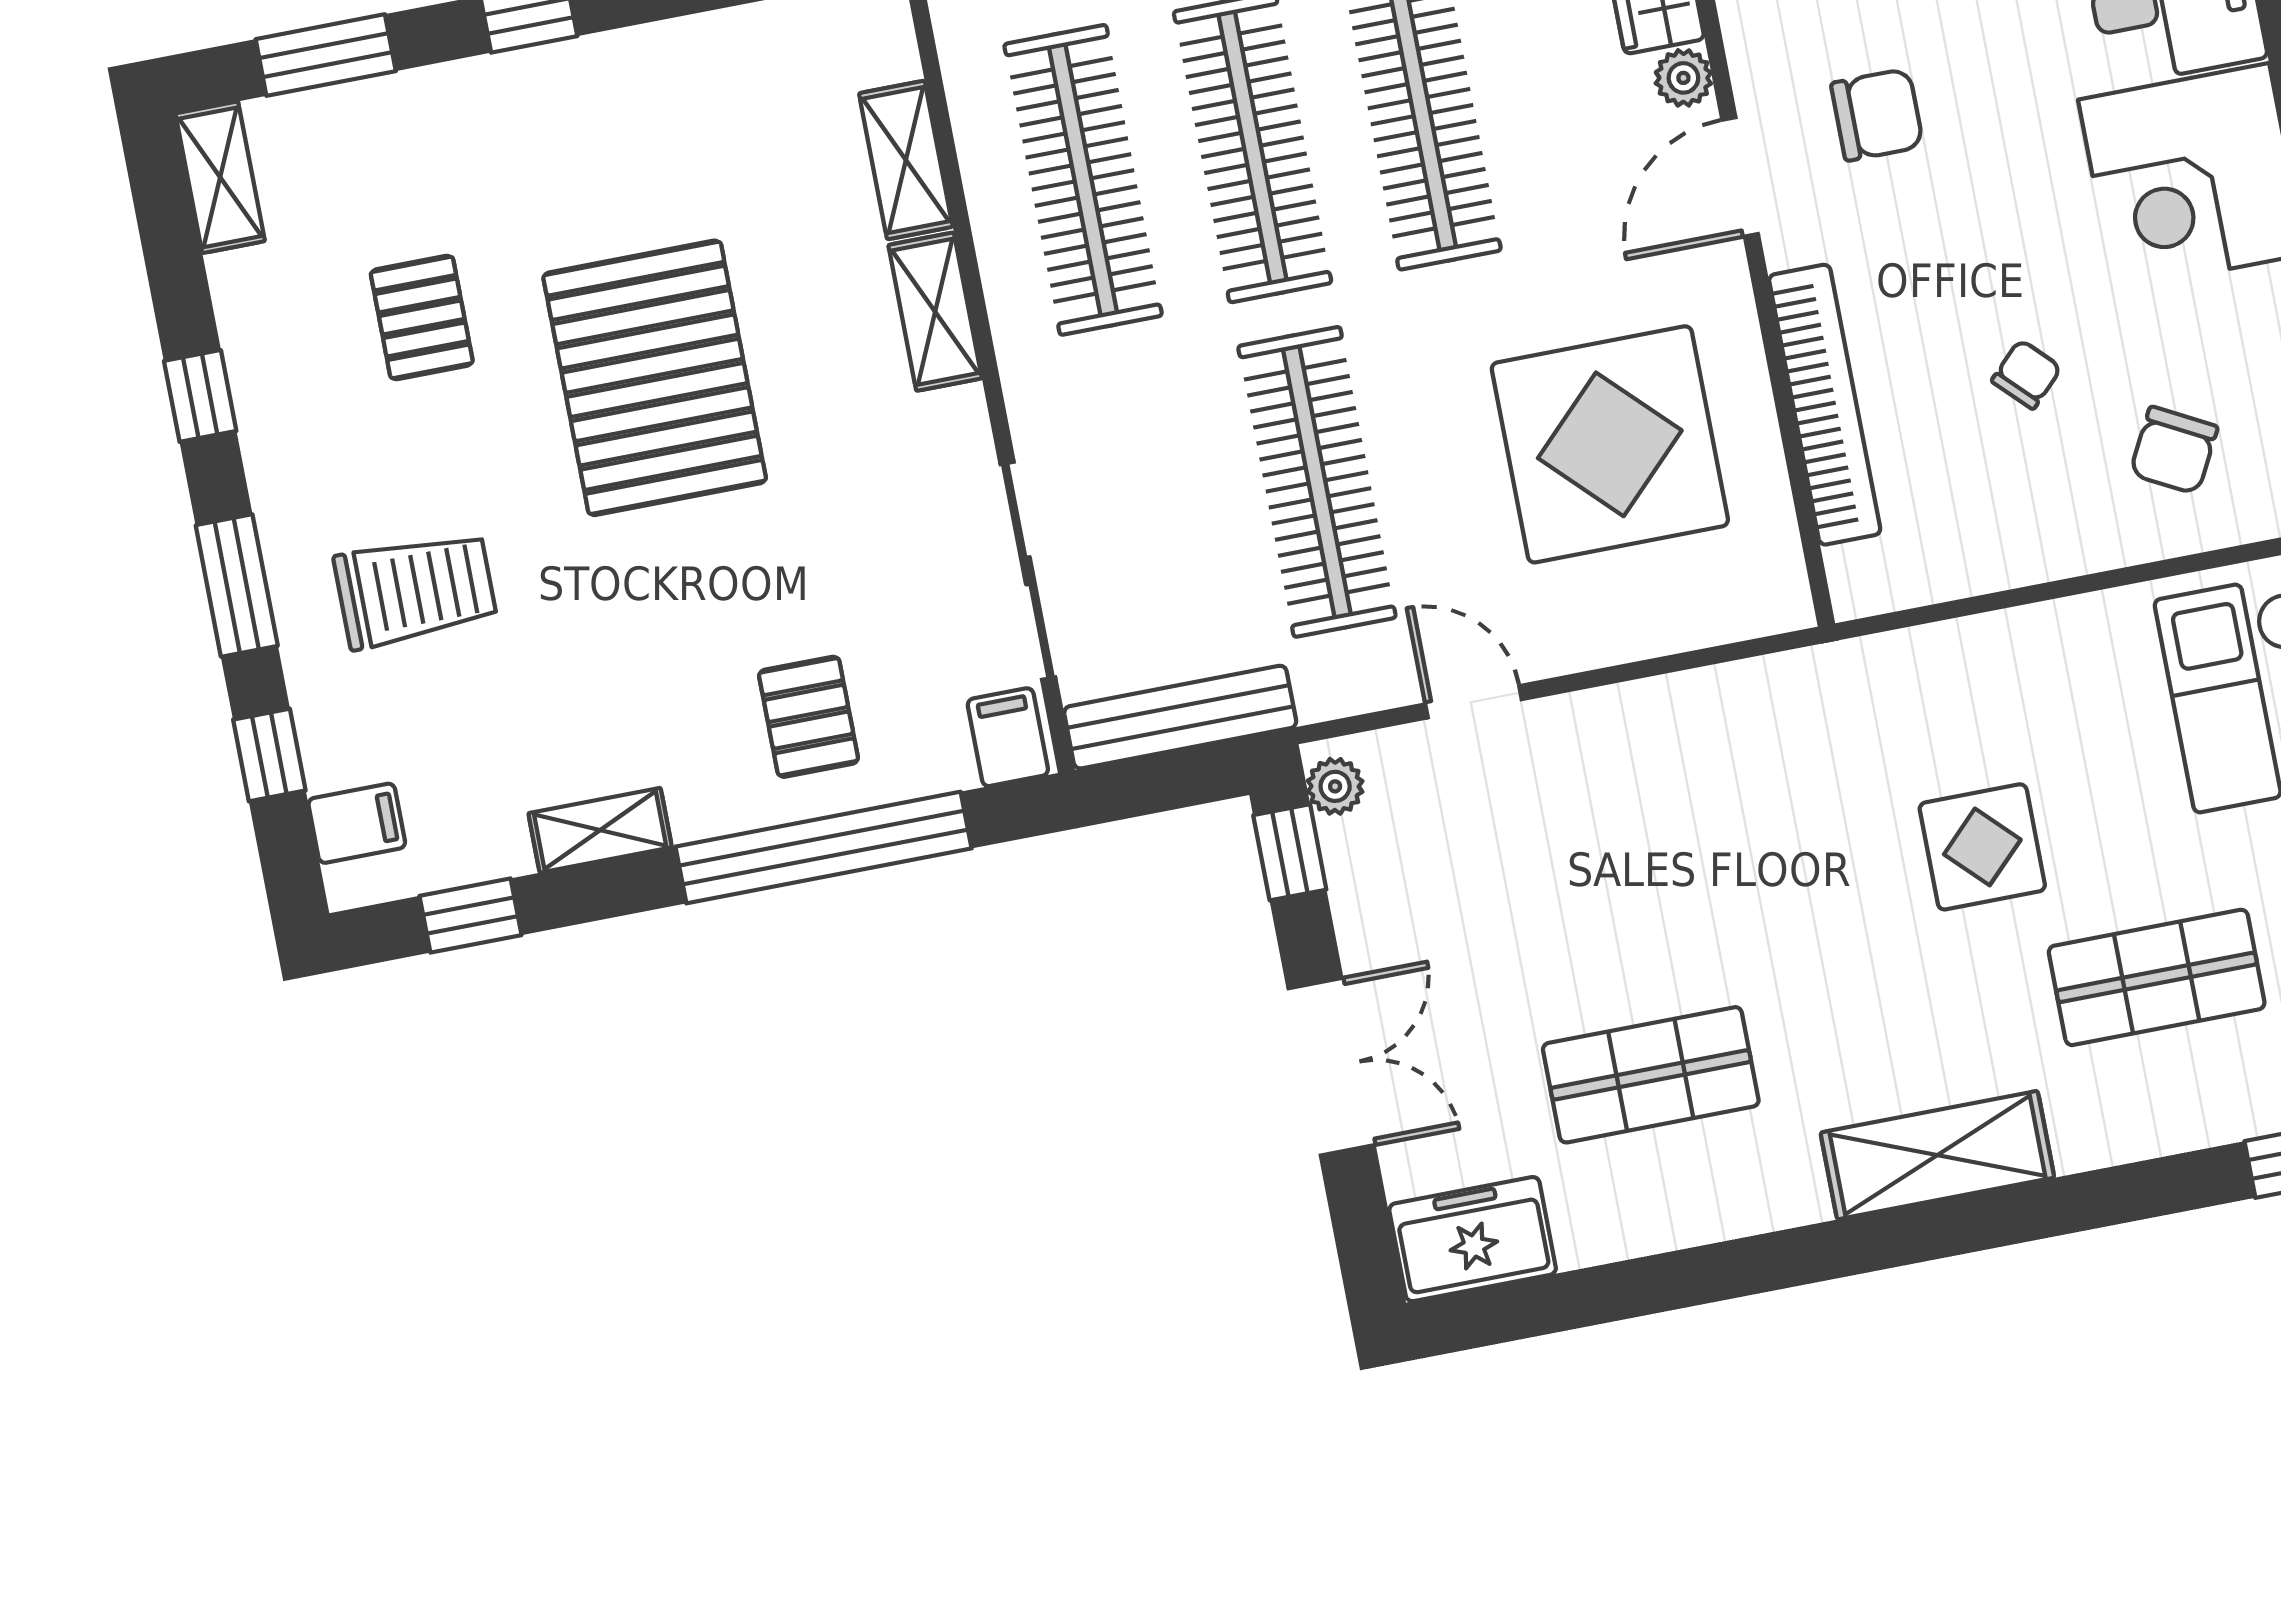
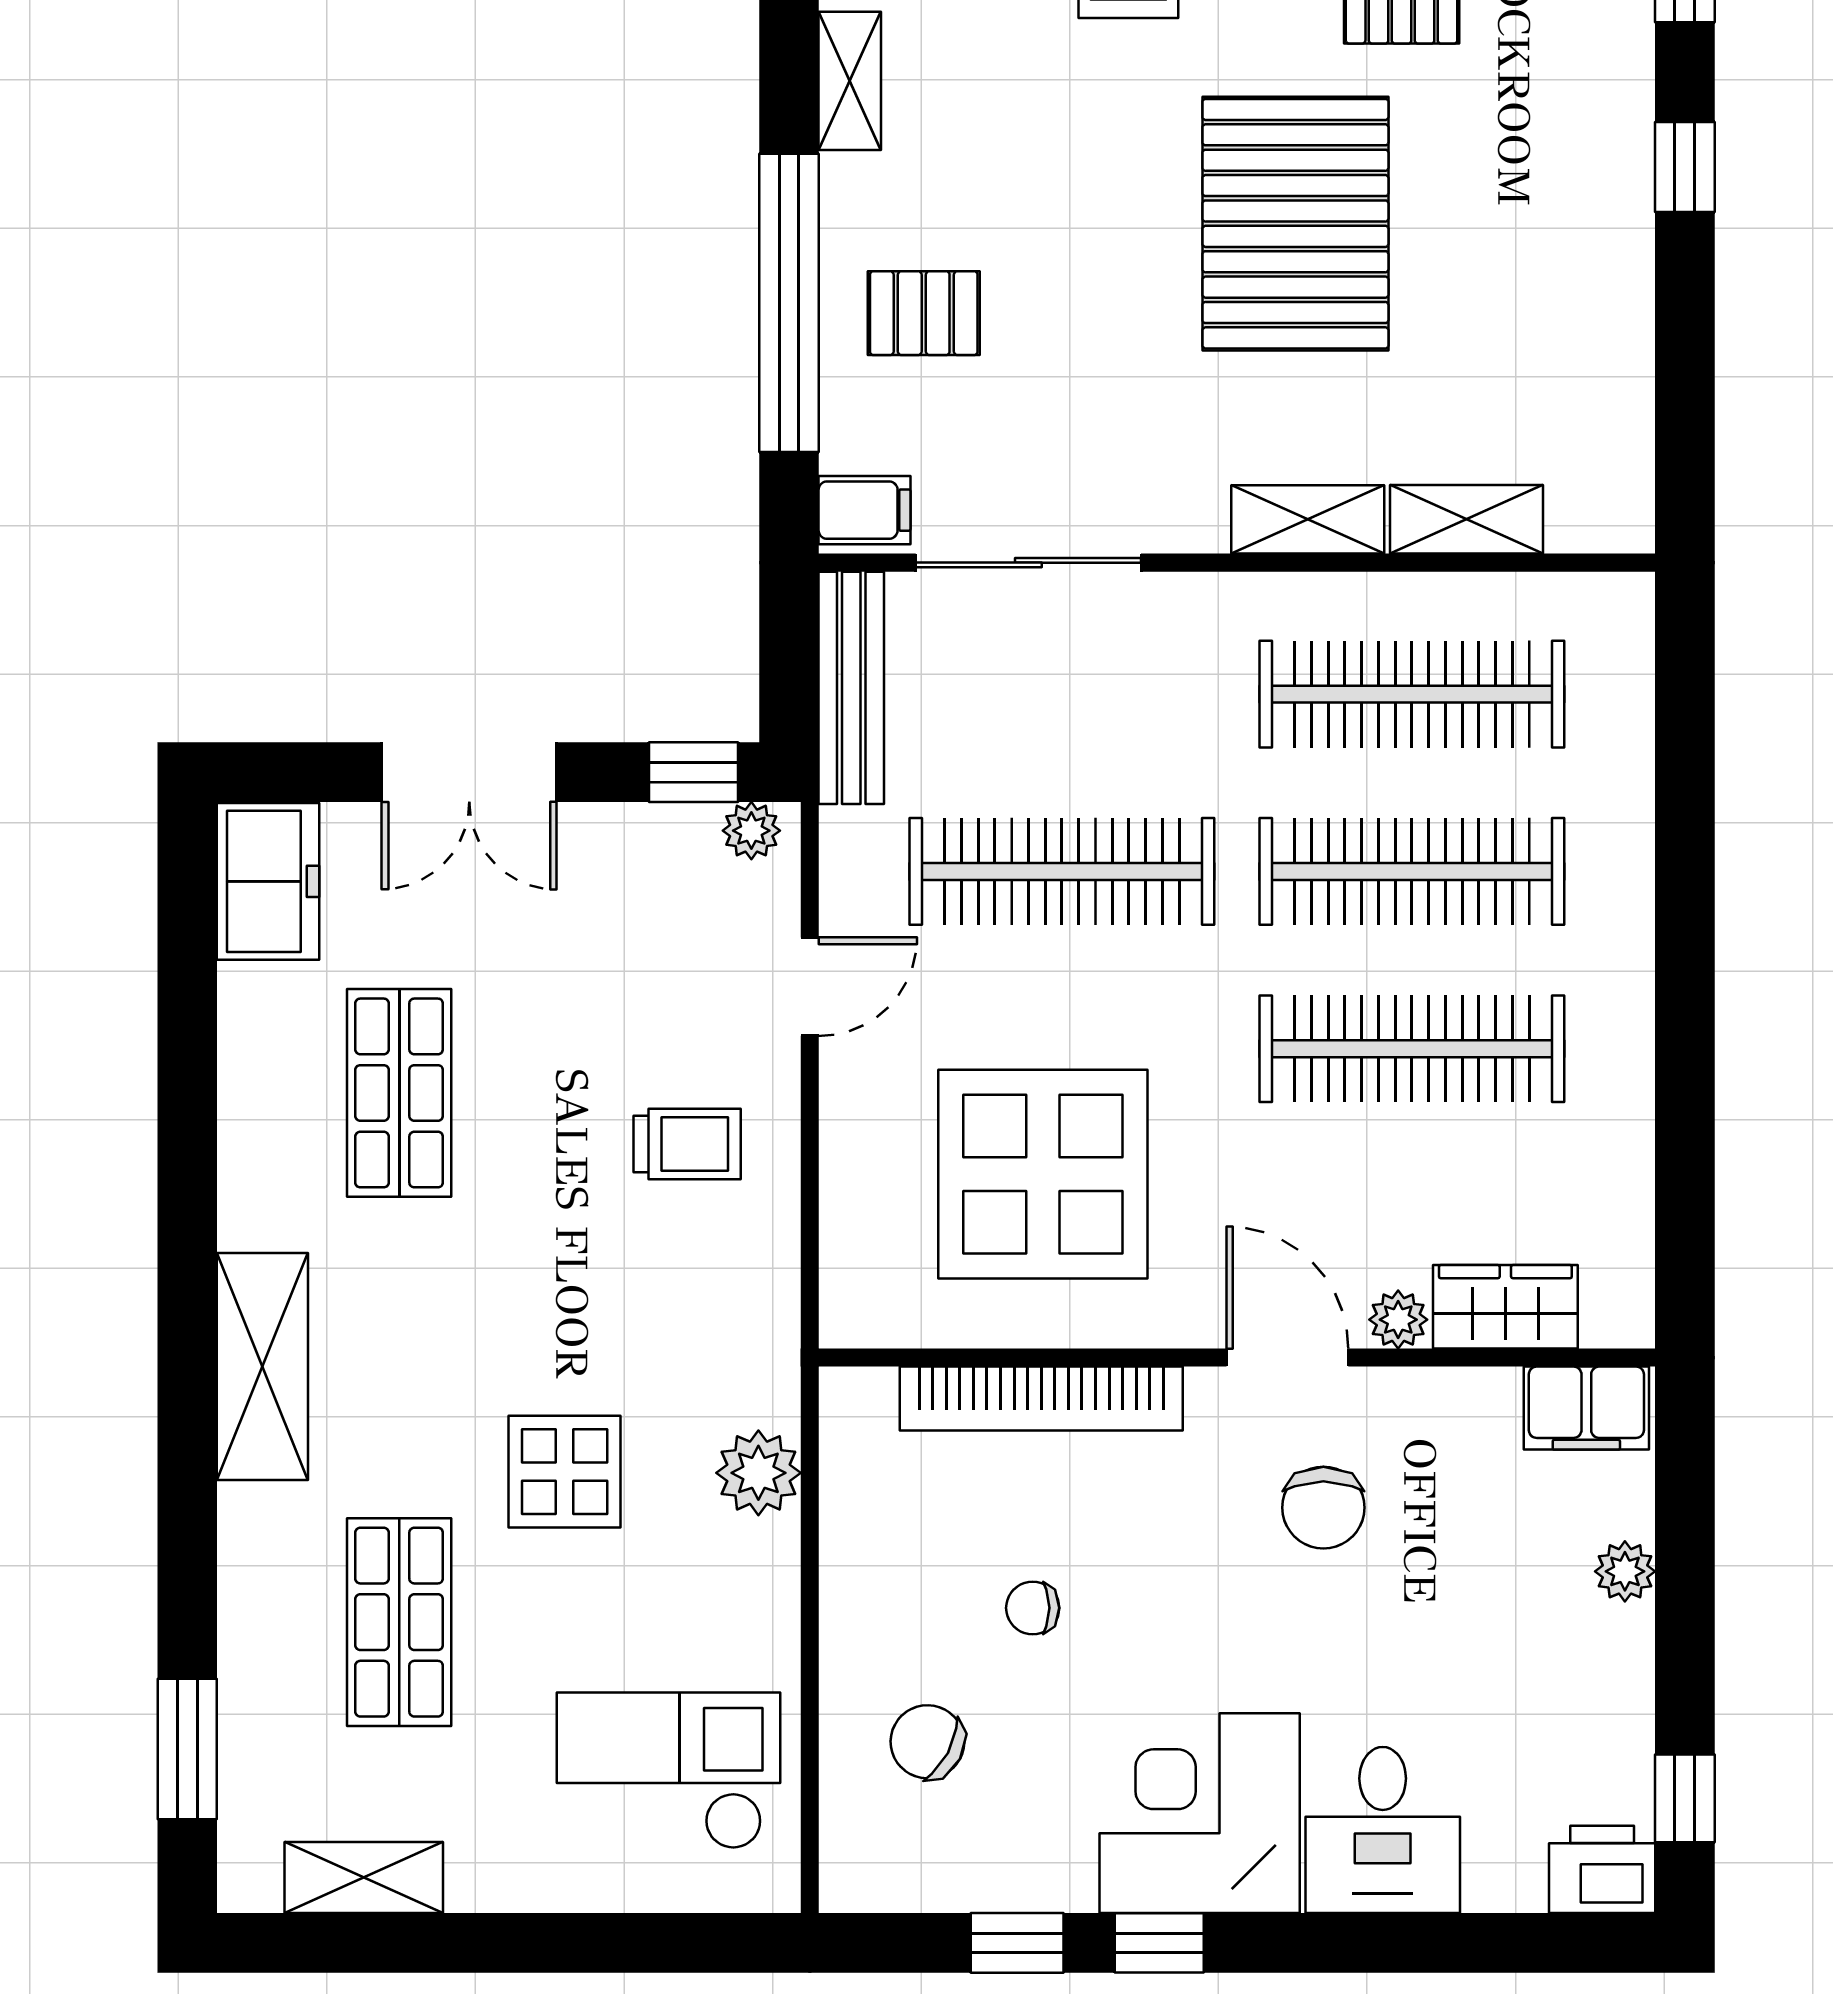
chair: (2026, 374) -> (1033, 1608), turned 135
pallet: (655, 378) -> (1295, 224), turned 90
plant: (1948, 661) -> (758, 1473), added
trolley: (1647, 790) -> (687, 1144), added

